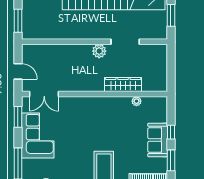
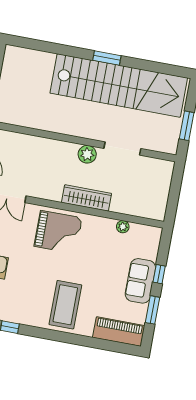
wardrobe: (123, 84) -> (86, 198), moved
grand piano: (88, 114) -> (58, 232), added

